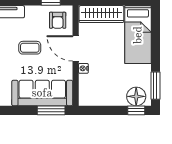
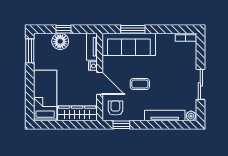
tv unit: (85, 90) -> (92, 47), added
floor lamp: (136, 96) -> (60, 41), moved
window: (51, 110) -> (133, 29), moved
window: (136, 110) -> (63, 29), moved

